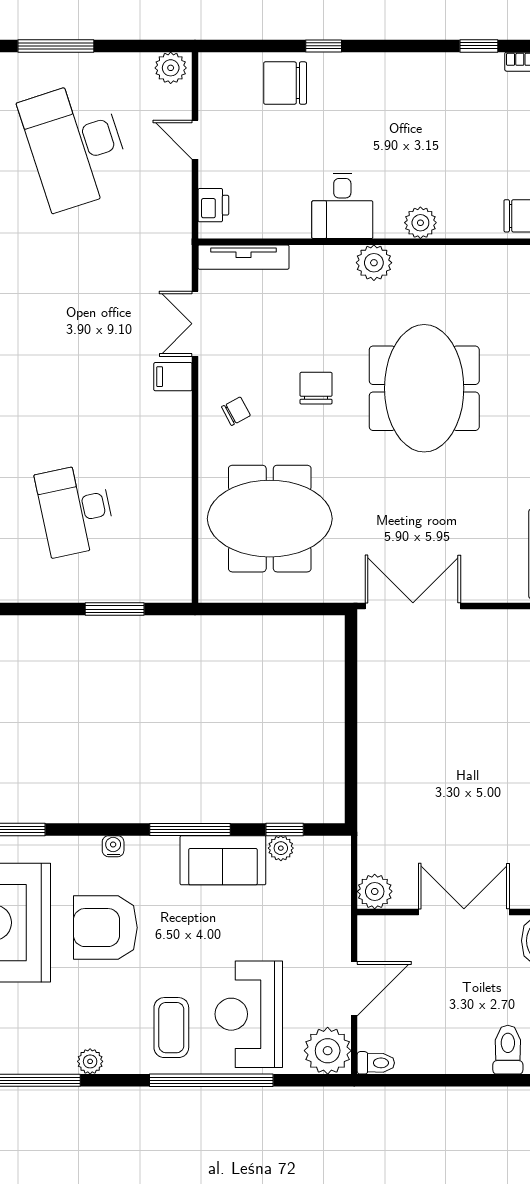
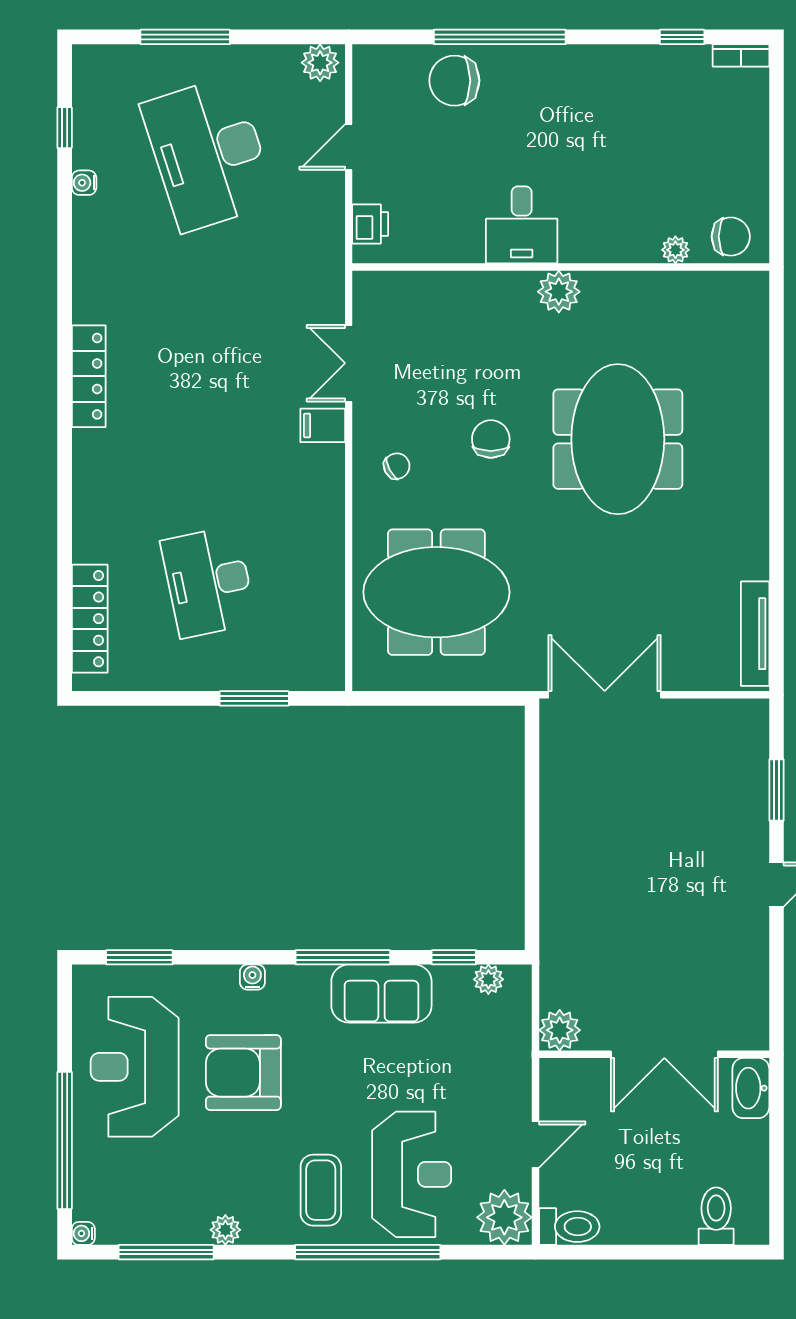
window: (324, 46) -> (500, 37), width x3.17
door: (195, 140) -> (349, 147), hinge flipped
plant: (420, 223) -> (675, 250), moved, width x0.73, depth x0.73
tv unit: (243, 257) -> (406, 285), removed
plant: (281, 848) -> (488, 979), moved
double door: (464, 912) -> (664, 1054), swing flipped
door: (354, 989) -> (536, 1144), width x0.73
reception desk: (249, 1014) -> (412, 1174), turned 180
toilet: (376, 1063) -> (569, 1227), width x1.37, depth x1.39

